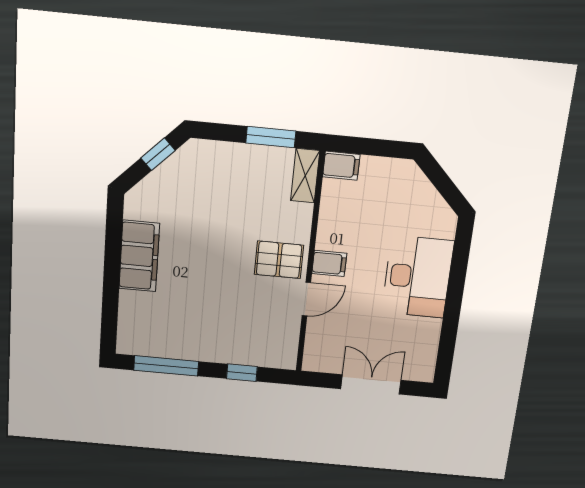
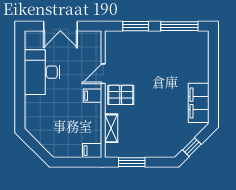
shelving: (305, 176) -> (111, 128), moved
filing cabinet: (139, 256) -> (199, 103), moved
desk: (418, 277) -> (42, 72), moved
window: (242, 373) -> (136, 26), width x1.50

